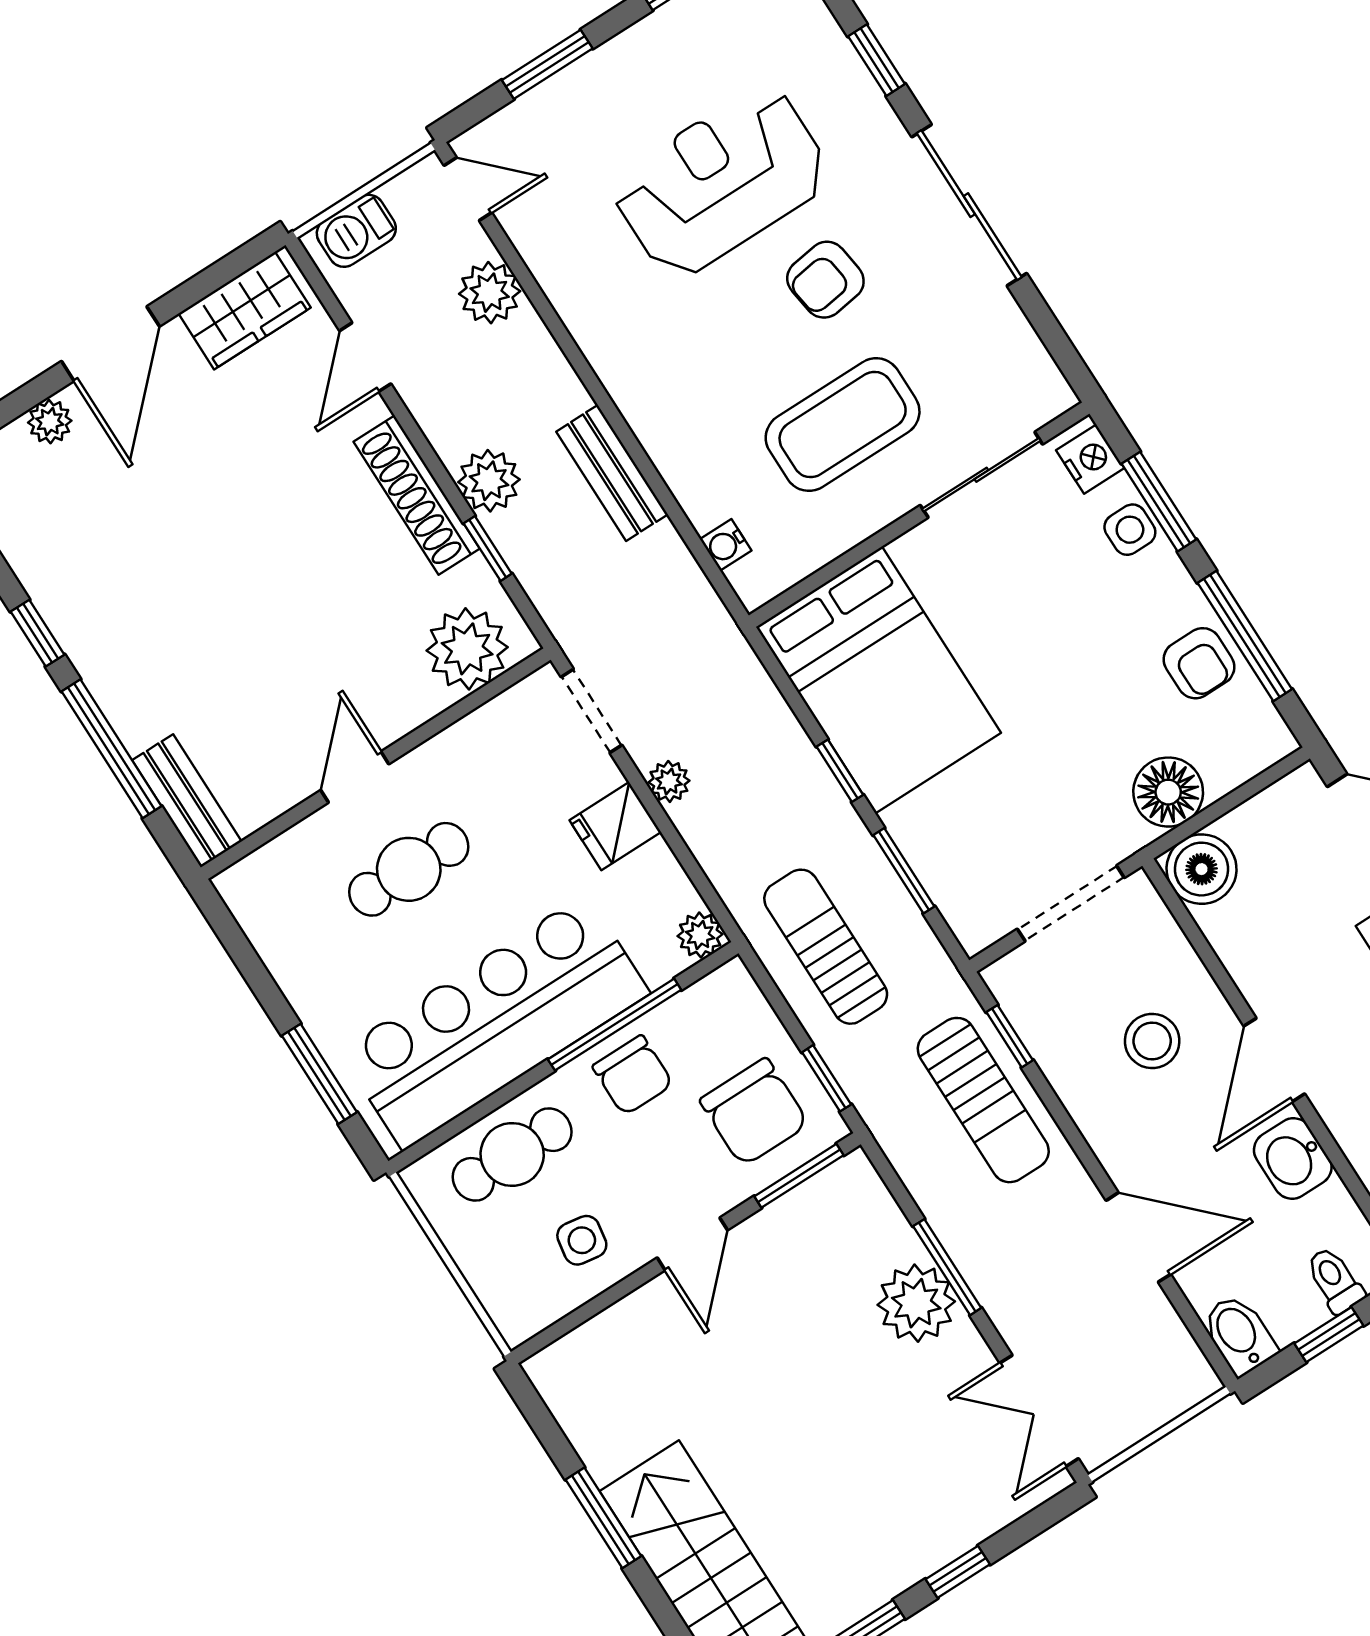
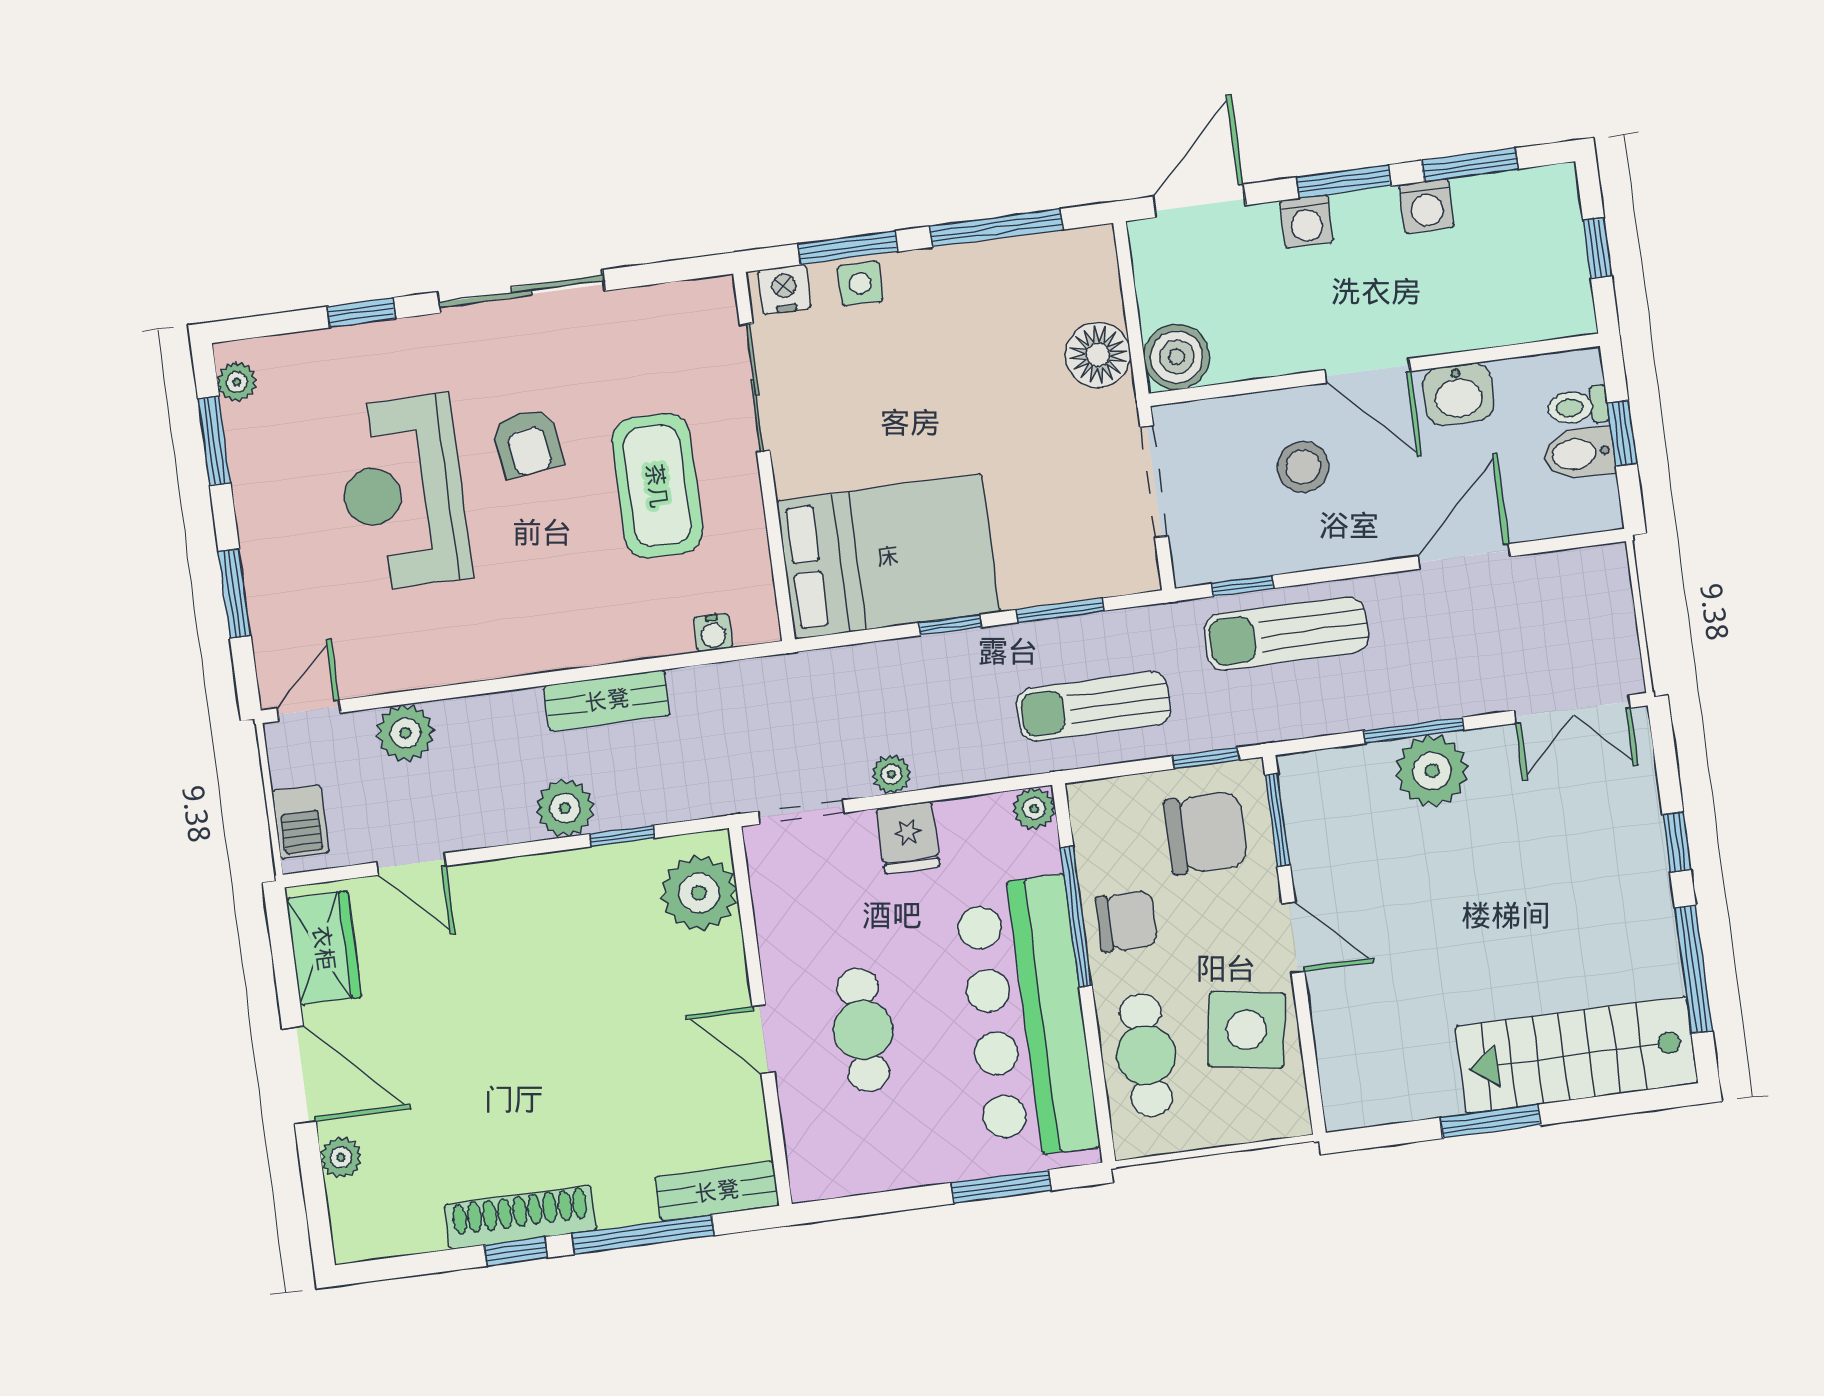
shoe rack: (417, 495) -> (520, 1217), moved, turned 180
armchair: (1199, 663) -> (1001, 278), removed
sun lounger: (983, 1100) -> (1286, 634), turned 180
side table: (582, 1240) -> (1246, 1030), width x1.87, depth x1.87
bidet: (1239, 1335) -> (1579, 453), moved

